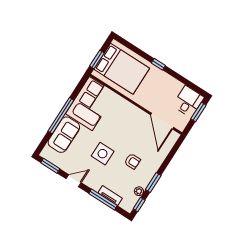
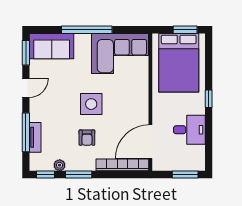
window: (97, 59) -> (185, 30), moved
desk: (188, 101) -> (189, 130), moved
sofa: (64, 135) -> (52, 46), moved
bookcase: (166, 149) -> (122, 165), added
side table: (103, 154) -> (91, 104), moved
door: (74, 181) -> (26, 88), hinge flipped

